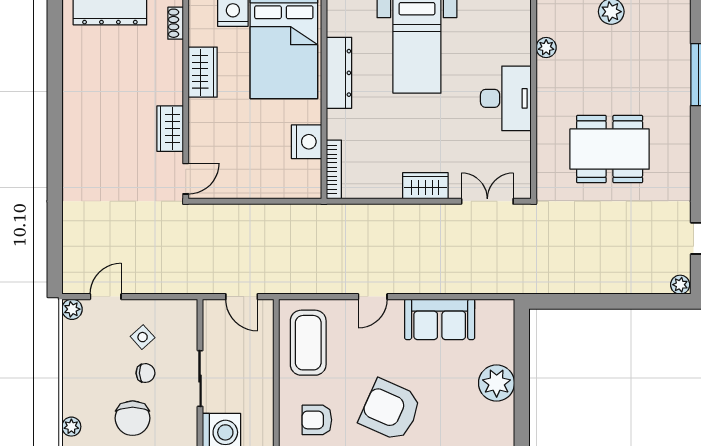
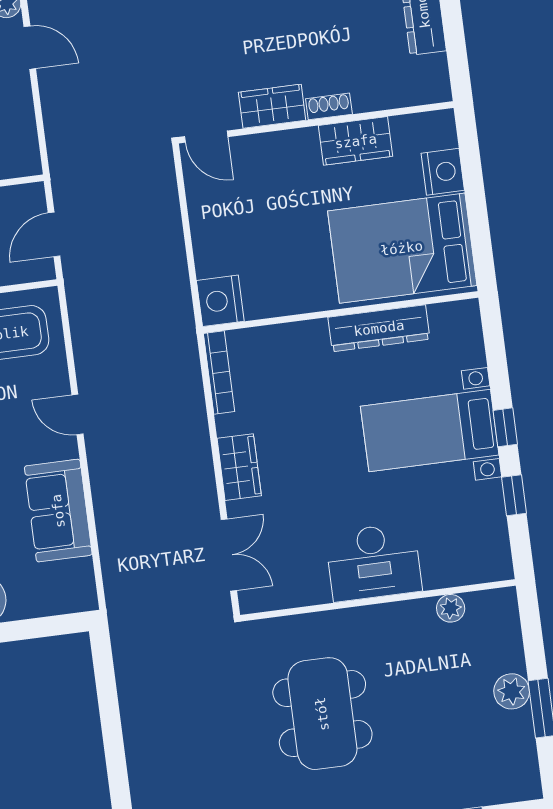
shoe rack: (176, 23) -> (329, 106), moved
nightstand: (306, 142) -> (220, 301), moved, turned 90
bookcase: (334, 169) -> (219, 372), moved, turned -90

